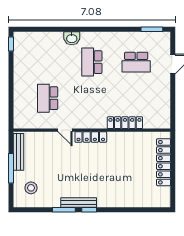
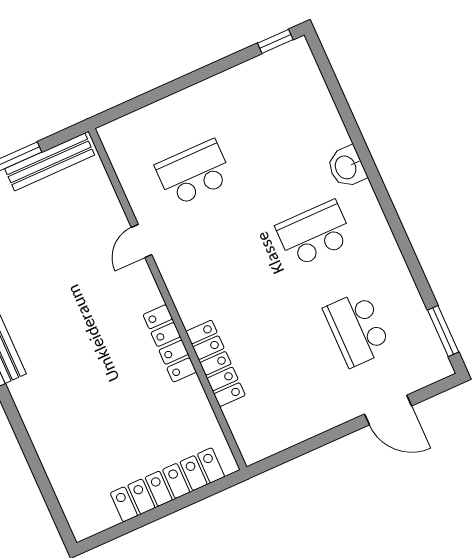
locker: (91, 137) -> (170, 343), moved

